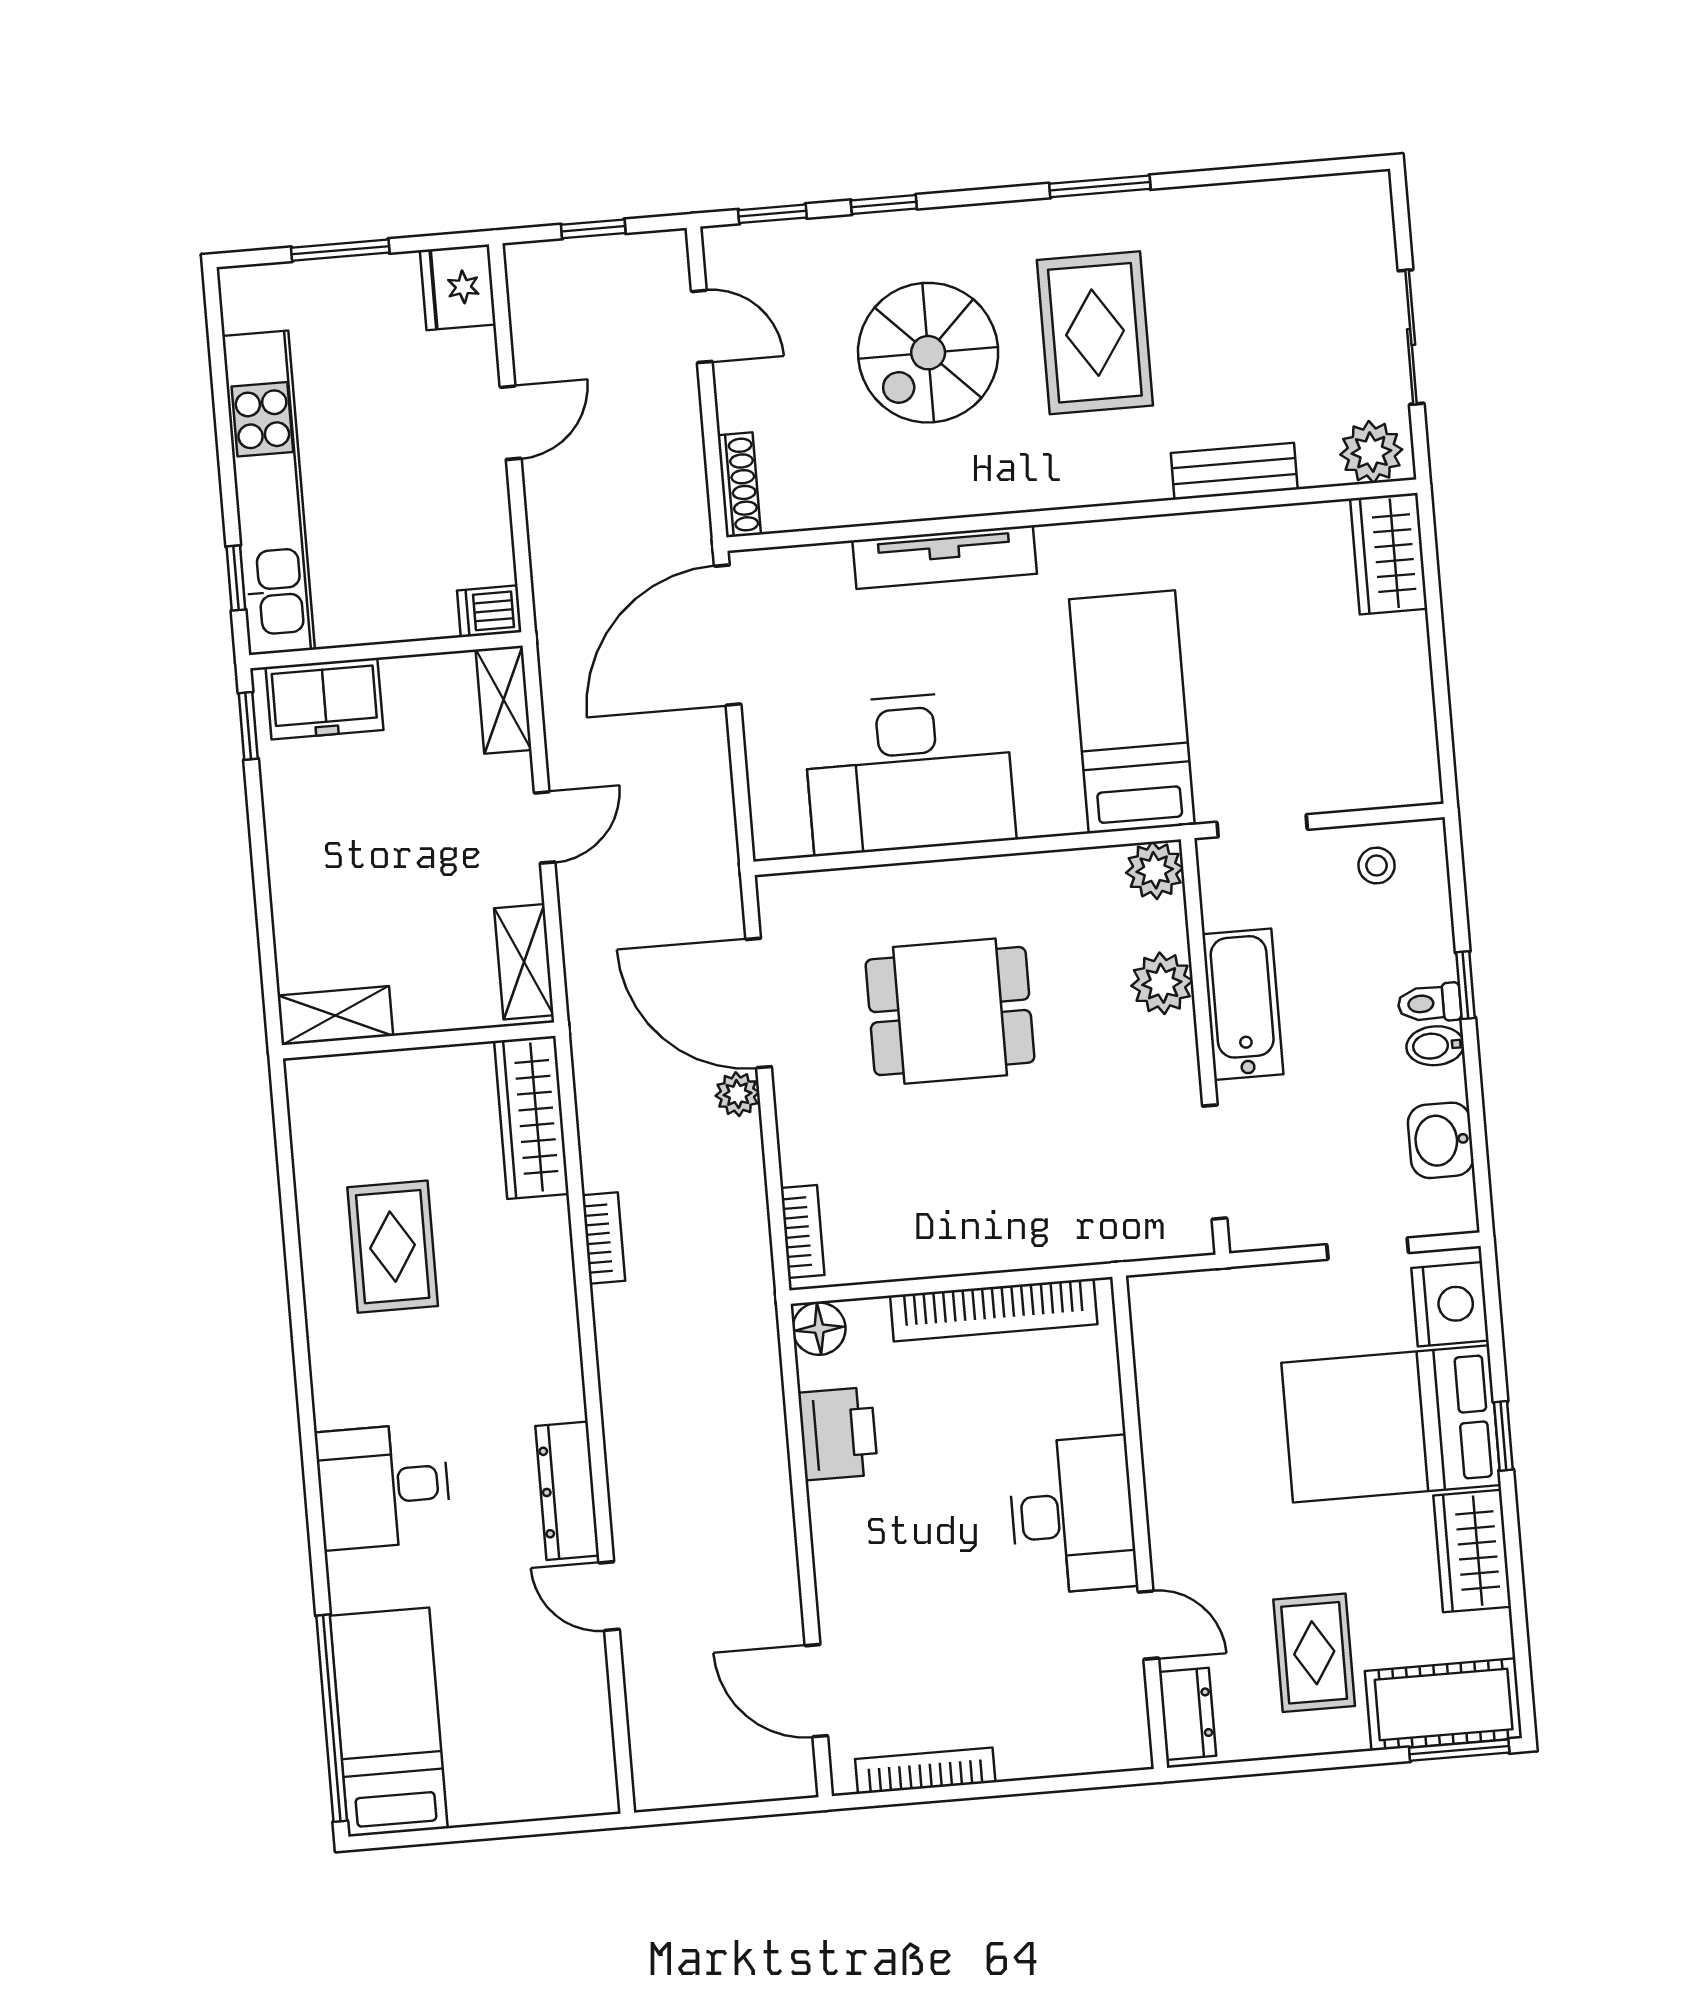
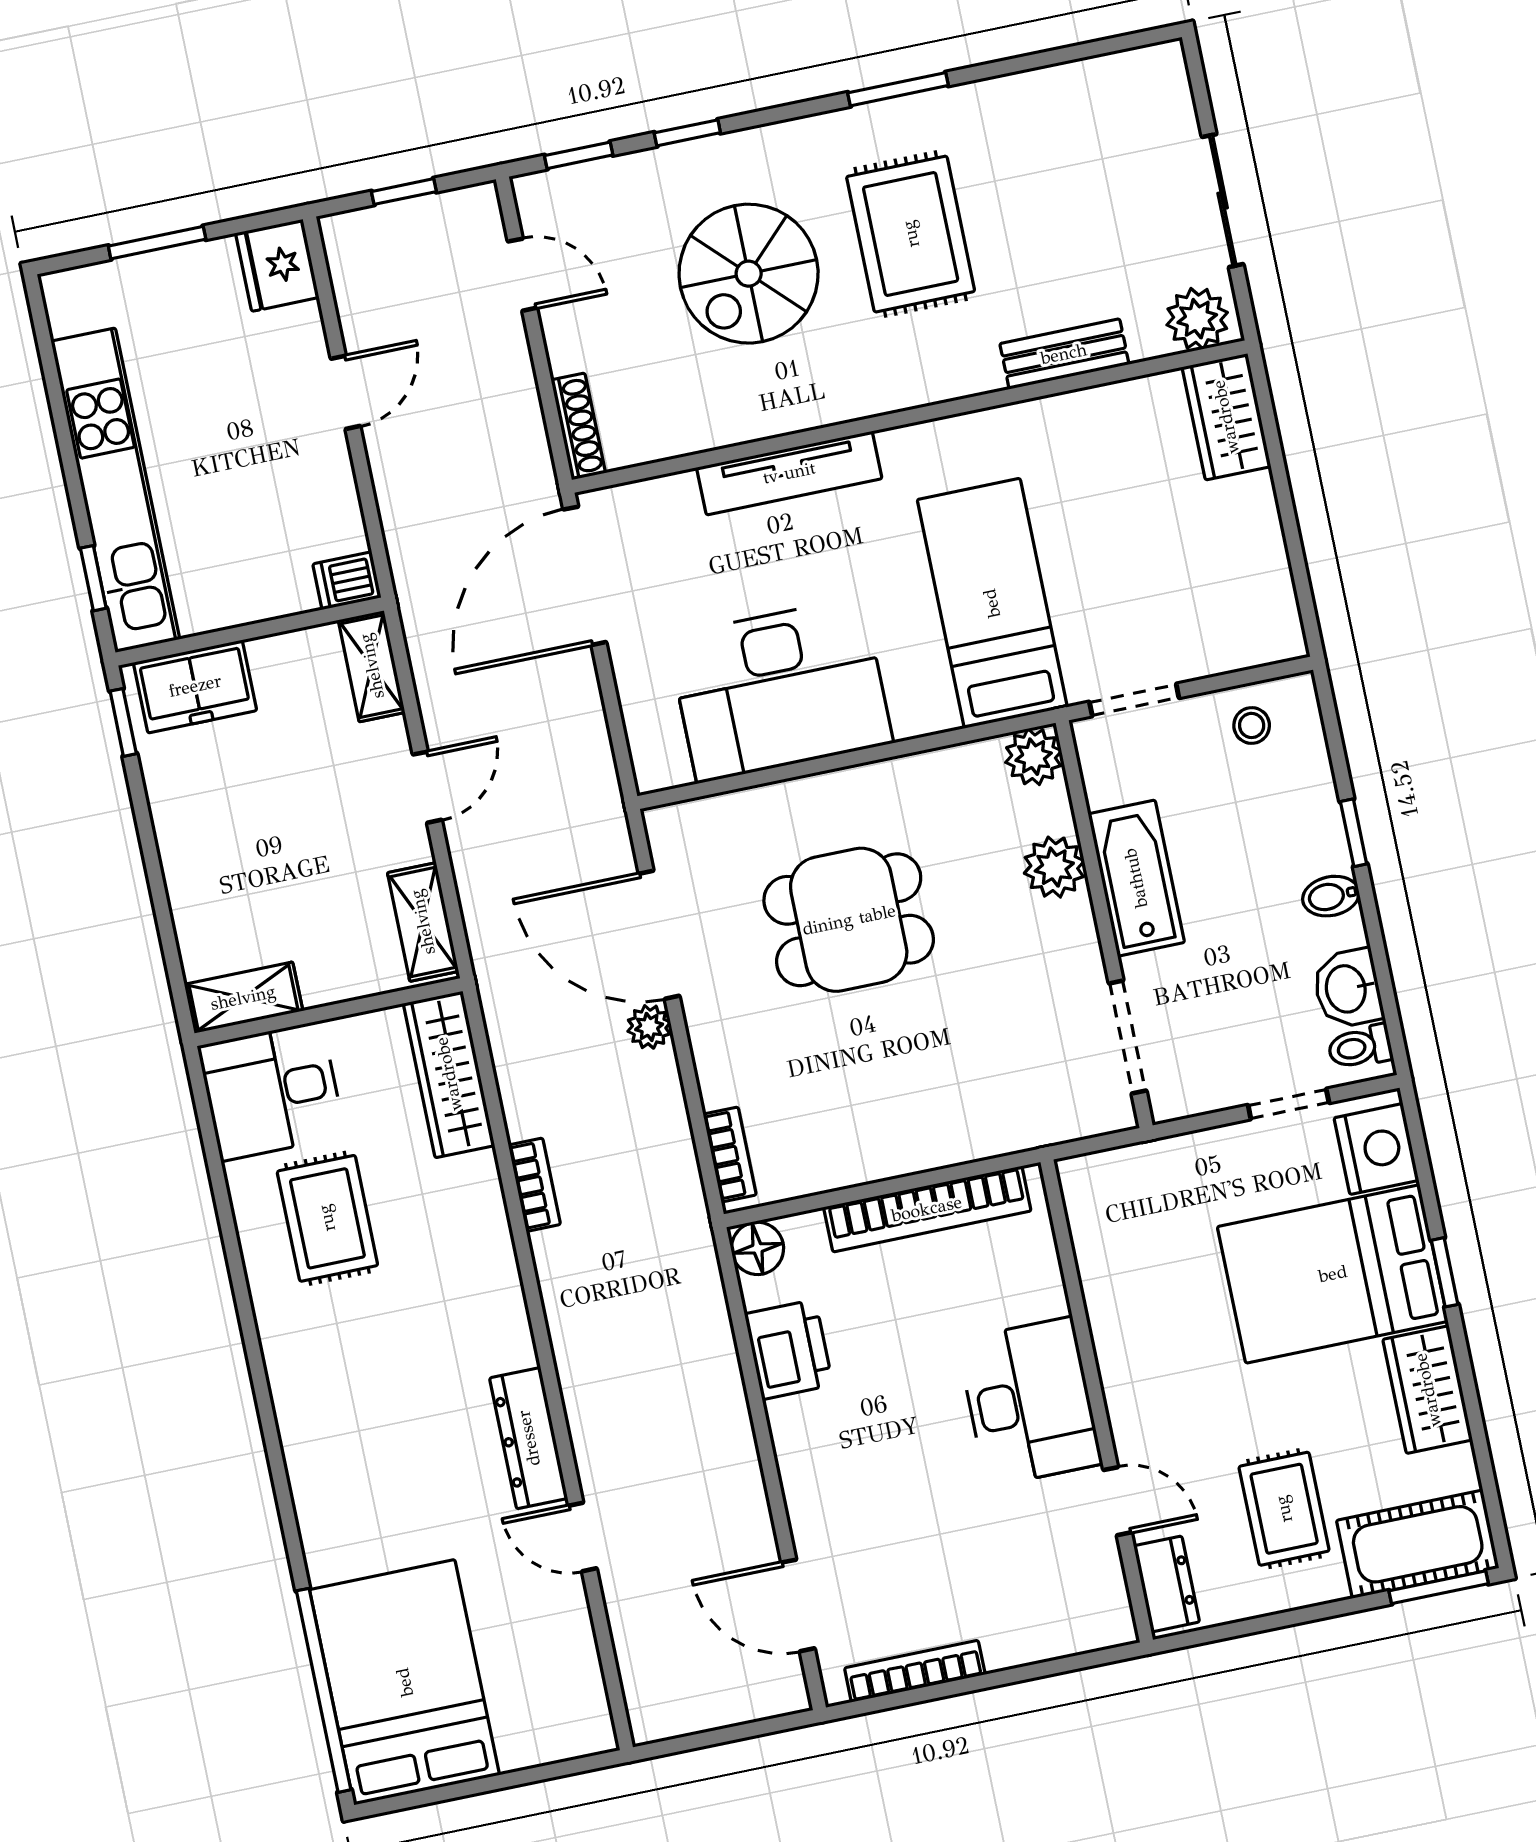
toilet: (1429, 1003) -> (1360, 1047), moved
desk: (383, 1486) -> (271, 1091), moved
bed: (389, 1722) -> (405, 1682), width x1.50

